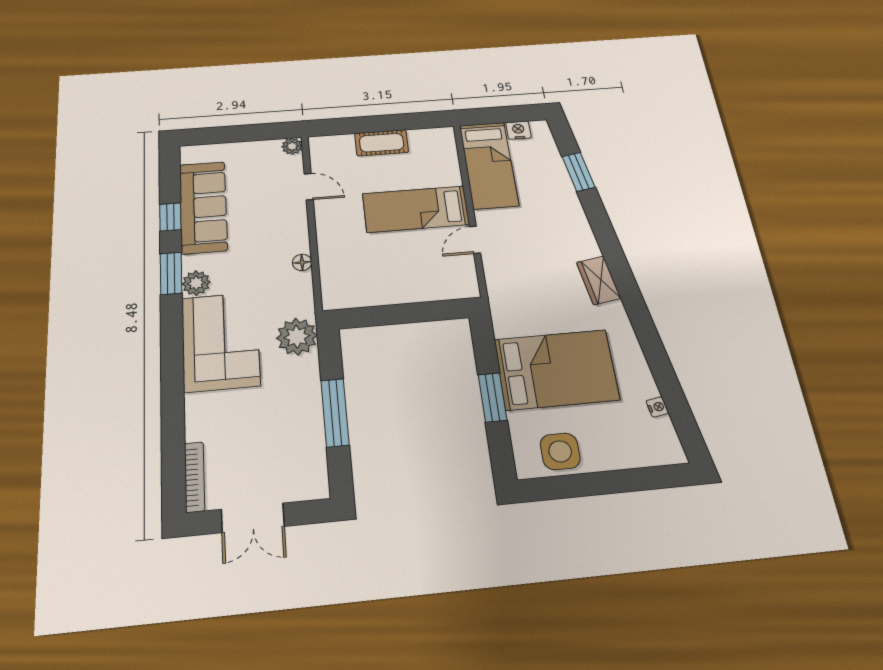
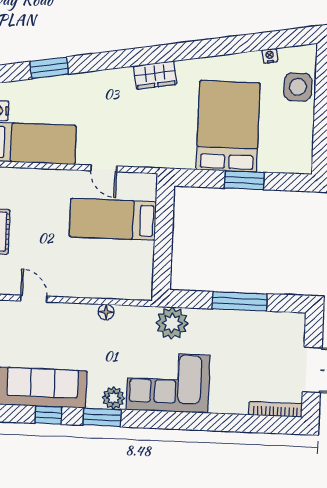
door: (309, 187) -> (34, 299), hinge flipped
bed: (416, 209) -> (113, 219), moved, turned 90
side table: (560, 451) -> (298, 87), moved

